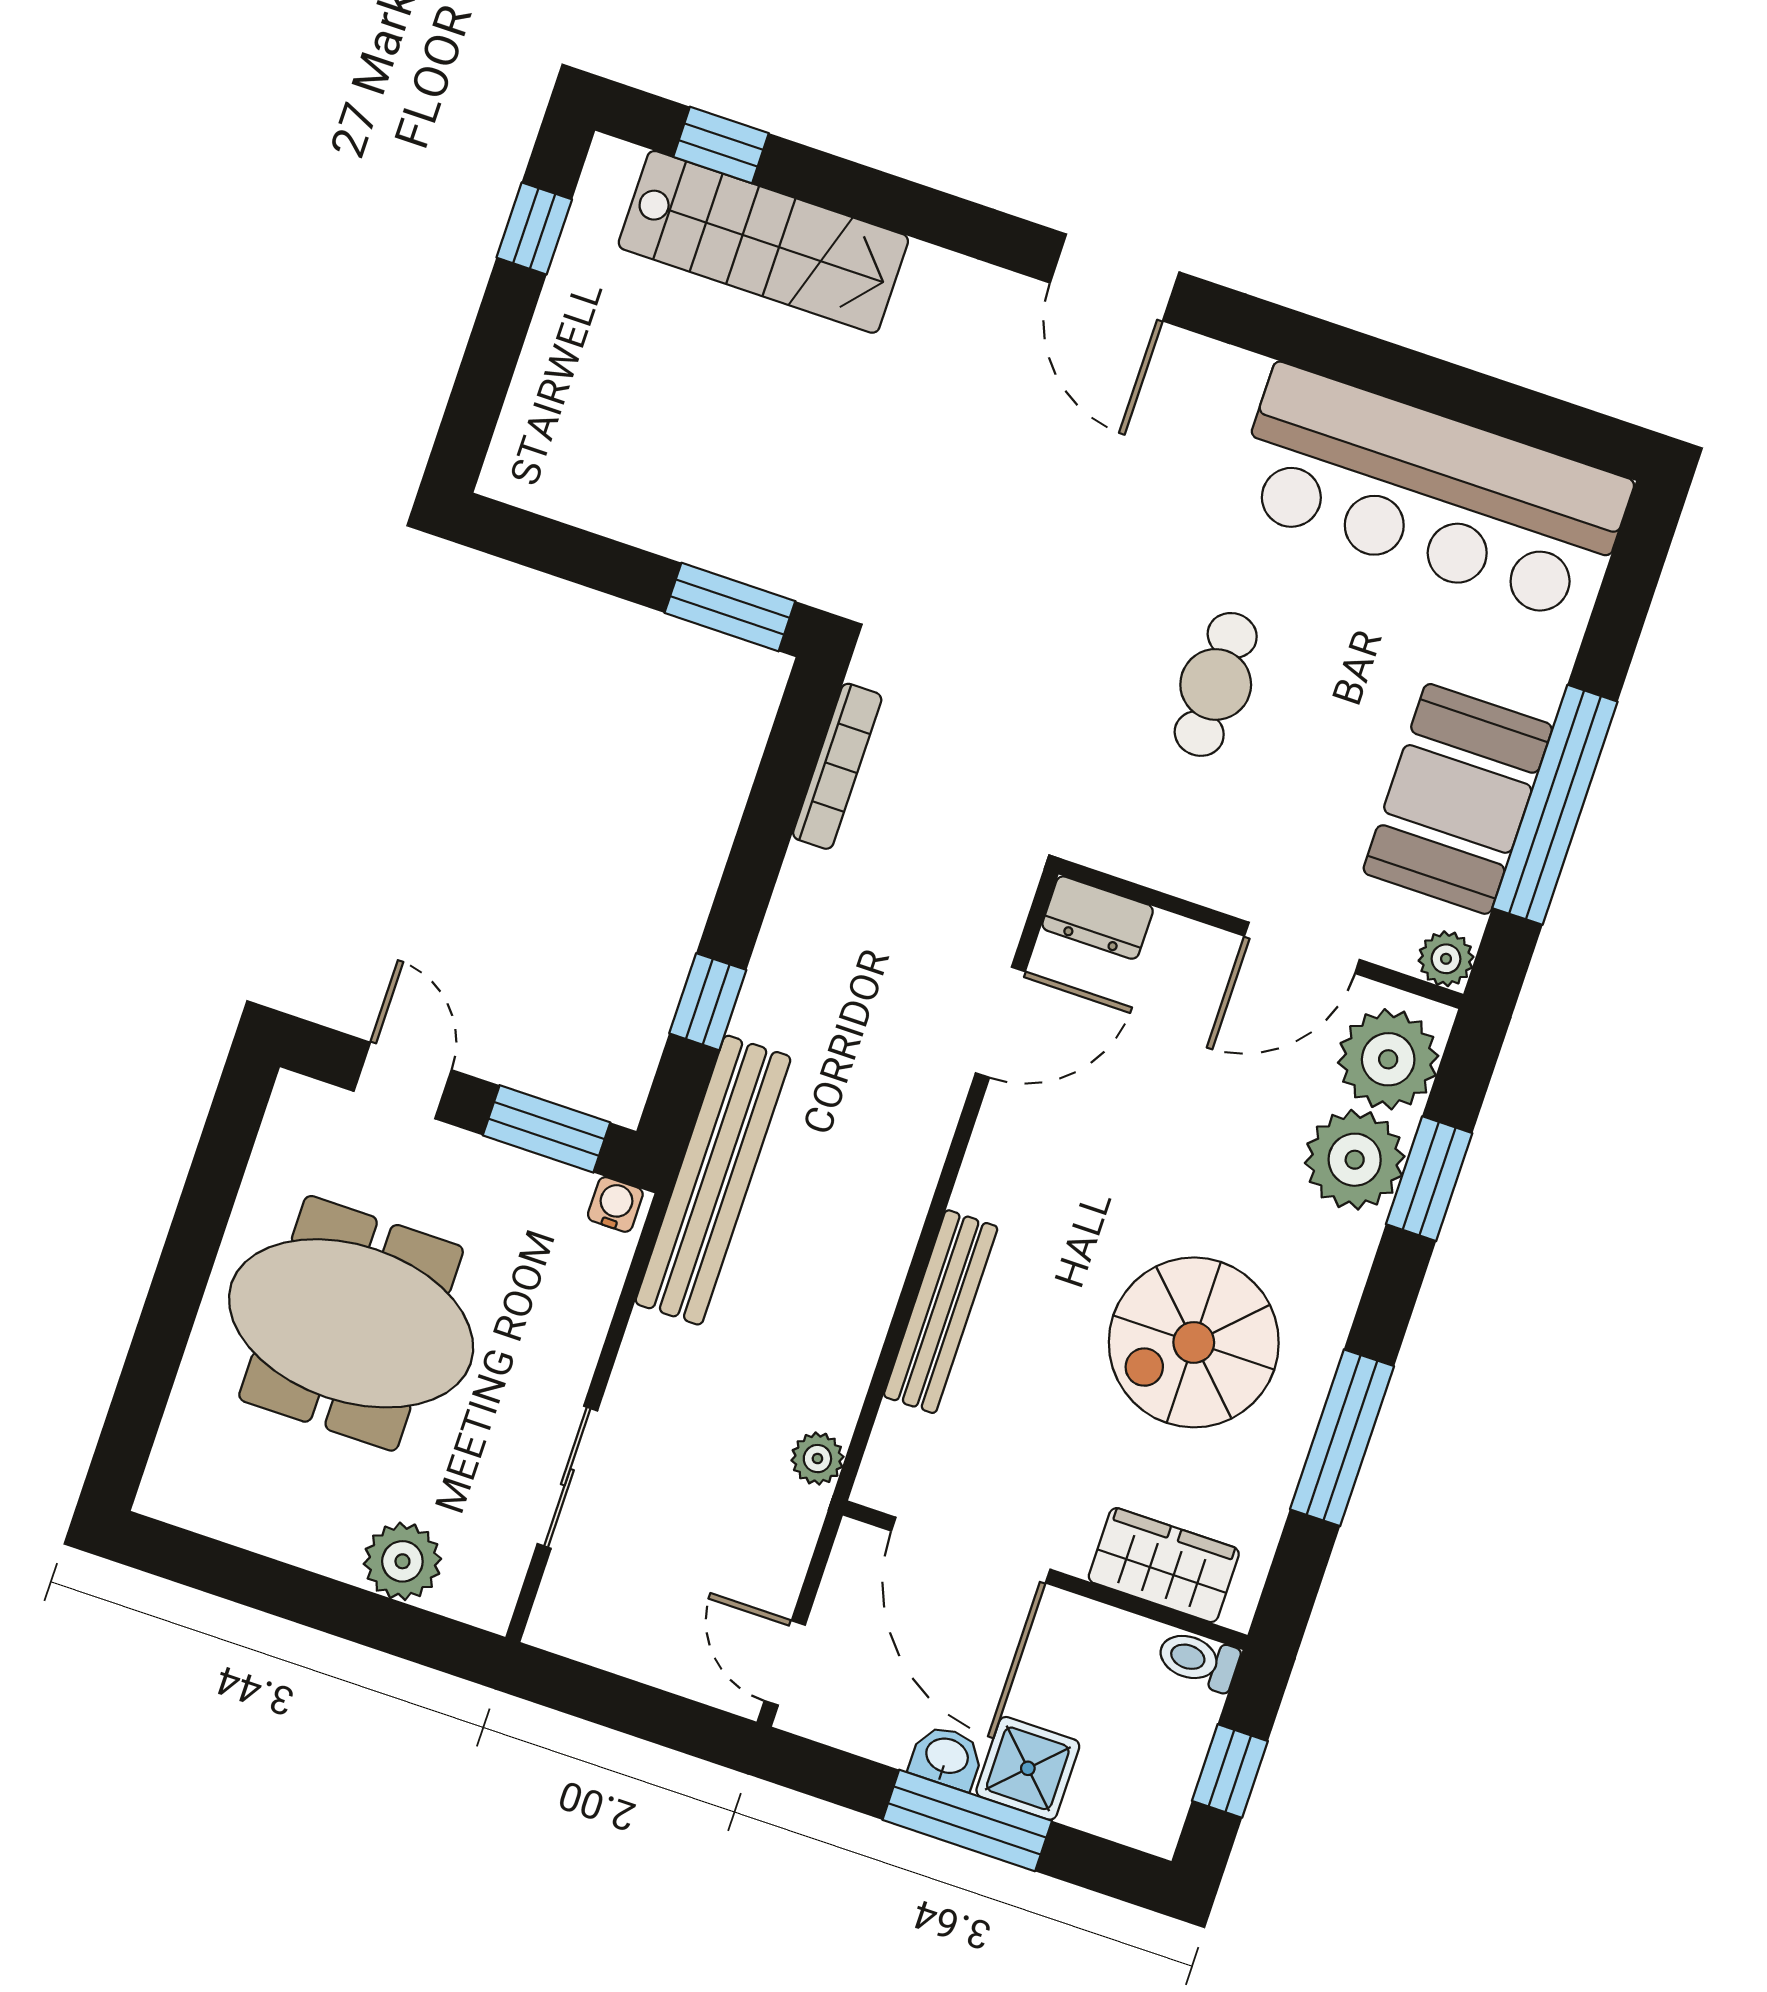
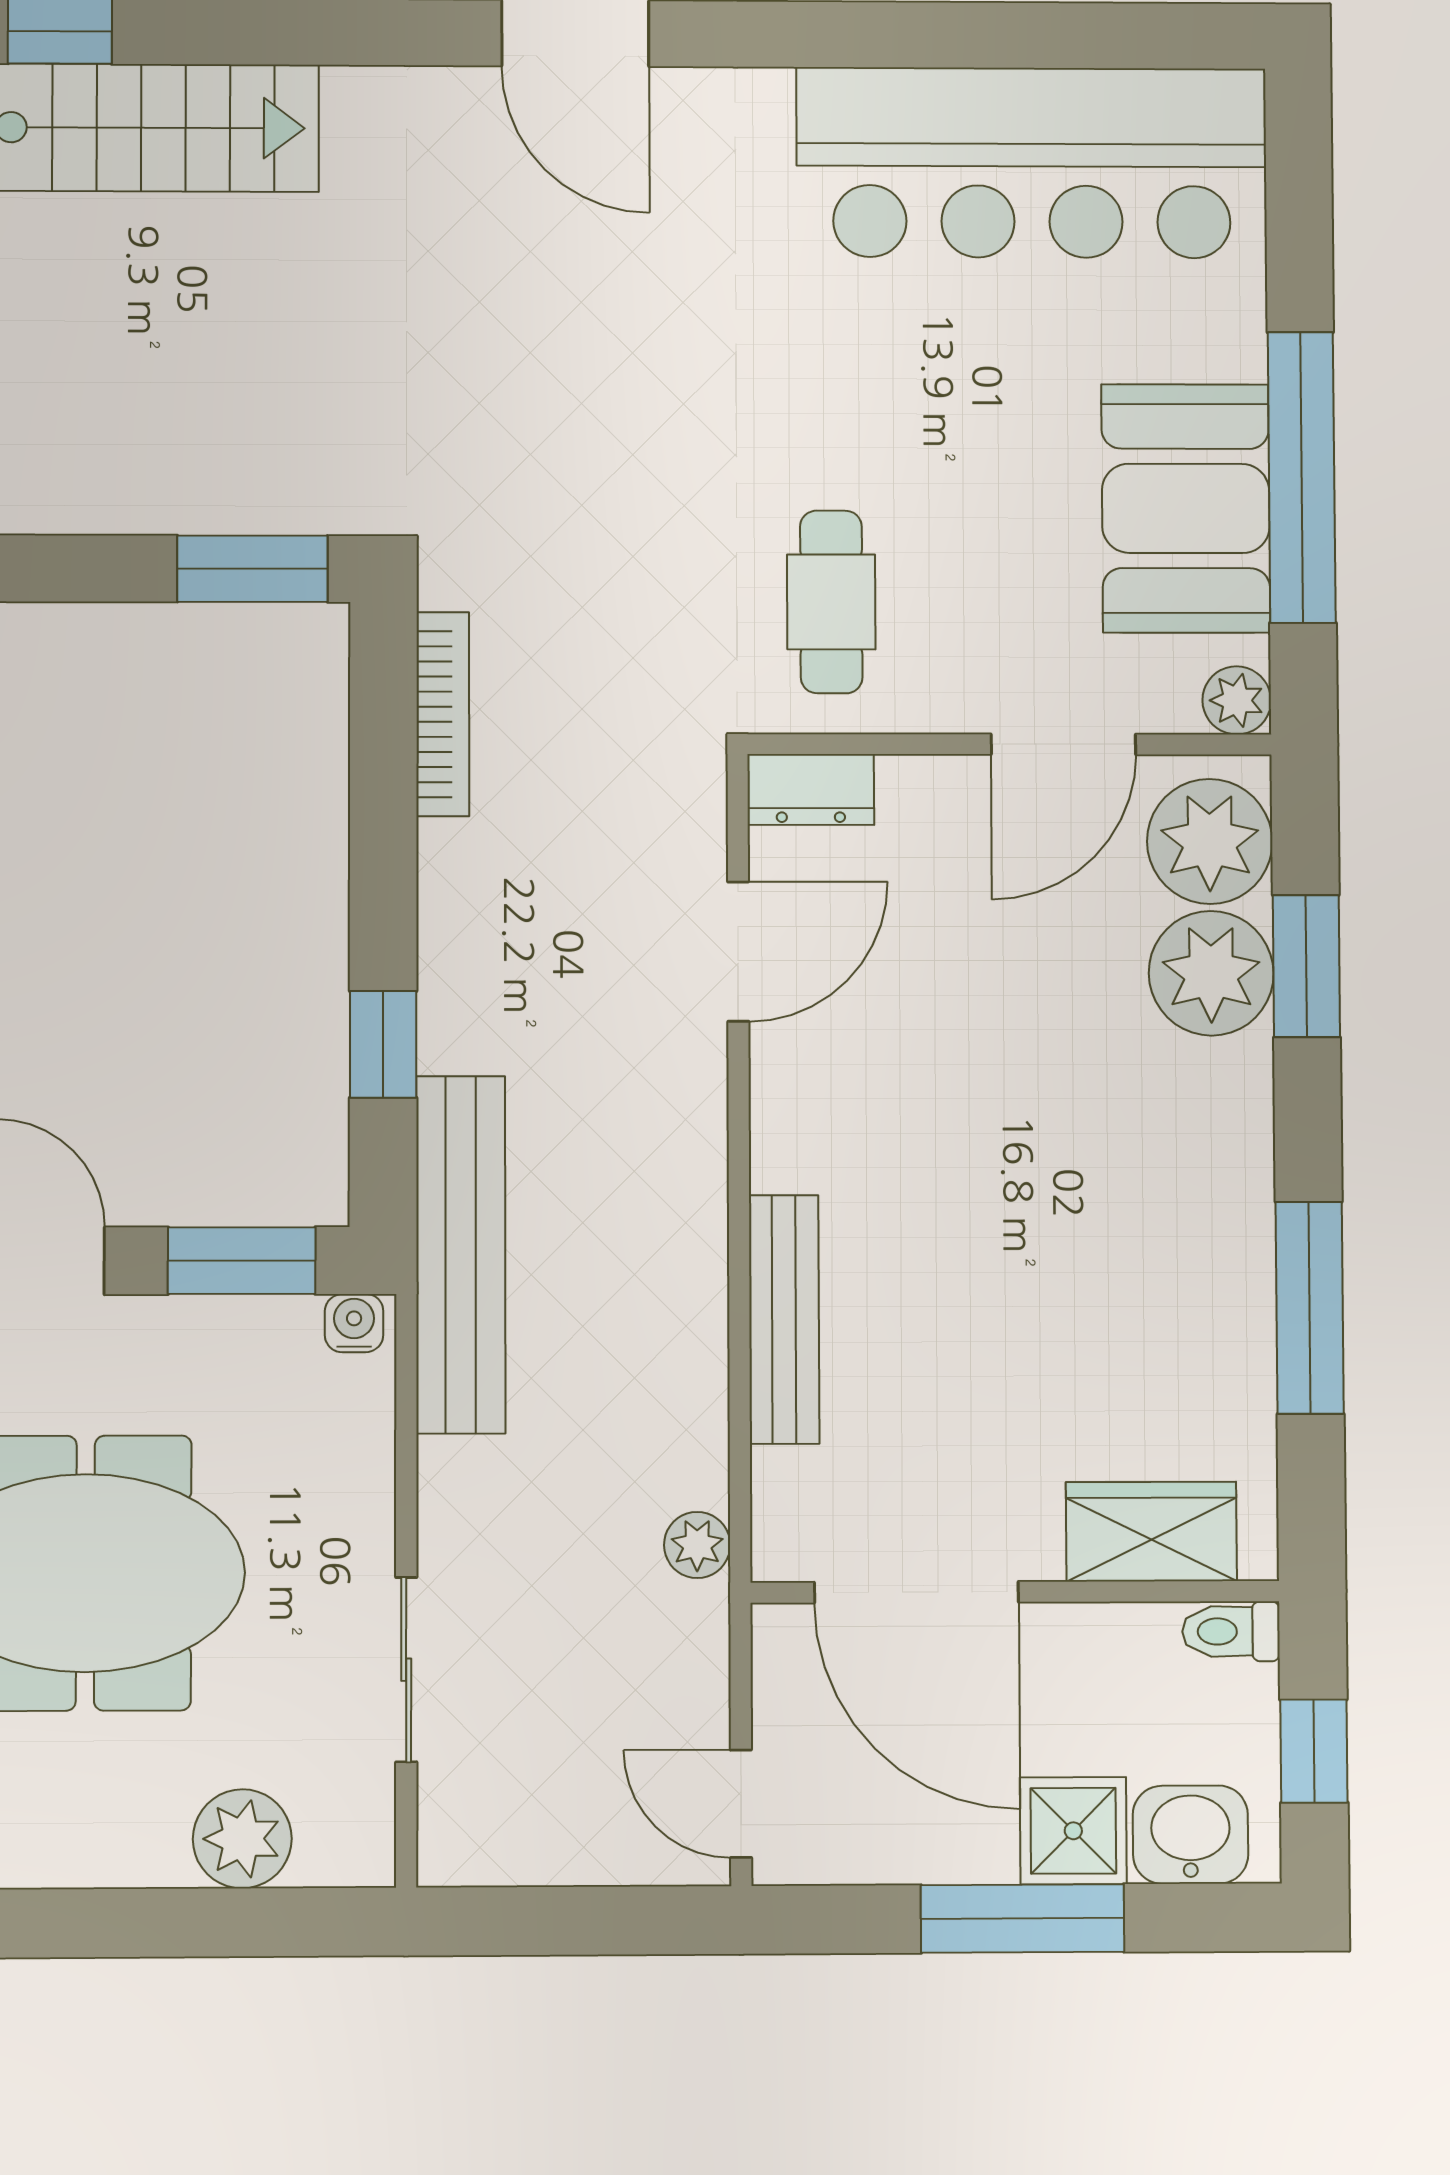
cafe table: (1216, 684) -> (831, 602), moved
spiral stairs: (1194, 1342) -> (1096, 1254), removed
washbasin: (947, 1757) -> (1190, 1835), moved, width x1.38, depth x1.45

